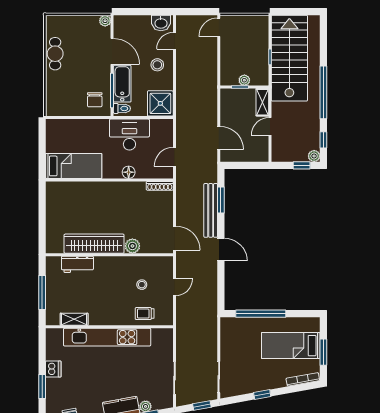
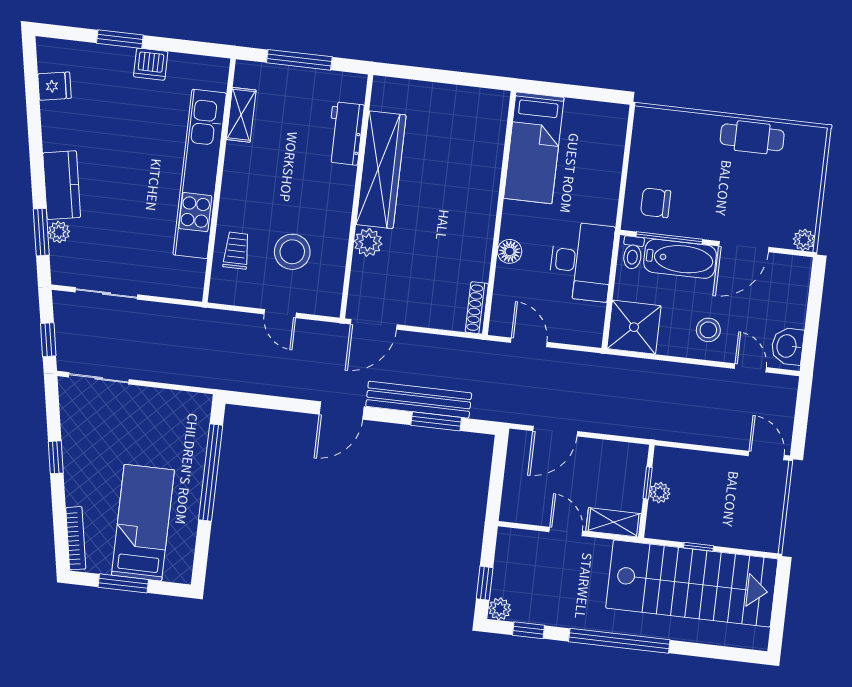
stool: (142, 285) -> (292, 252), width x1.89, depth x1.89

